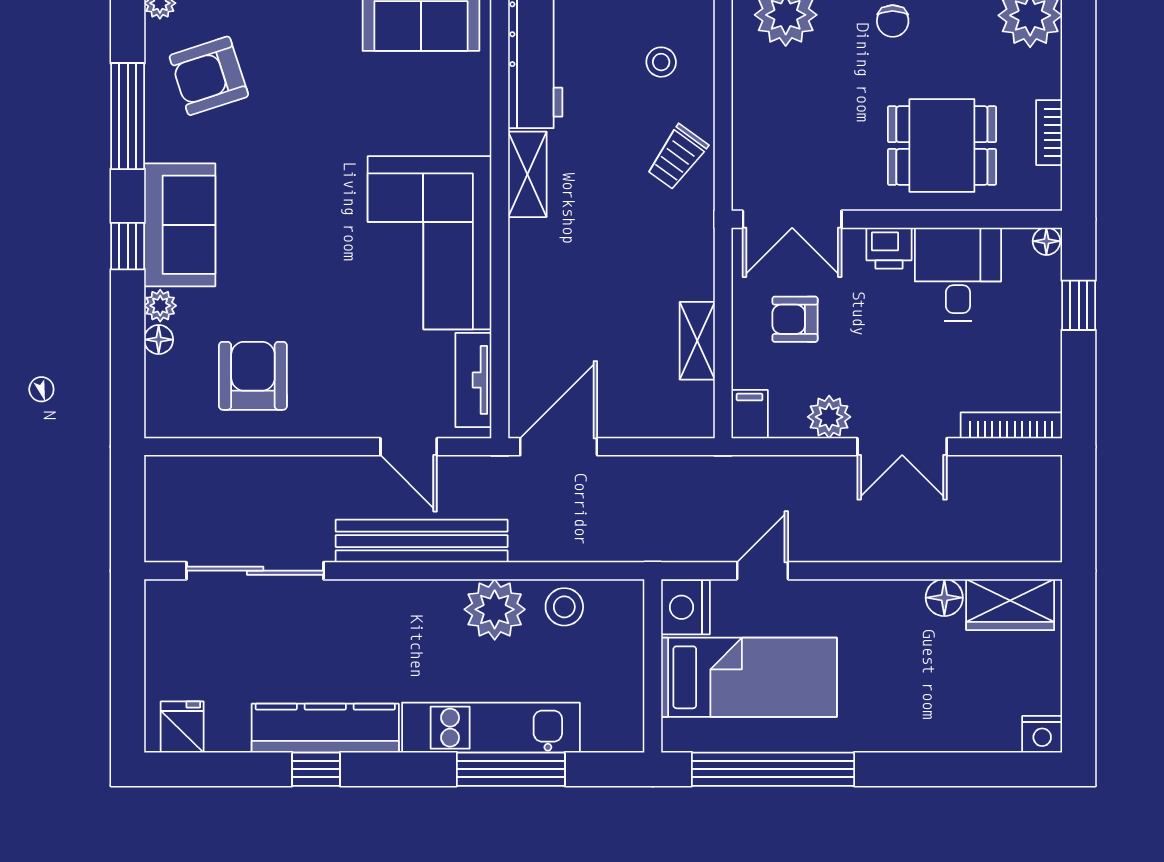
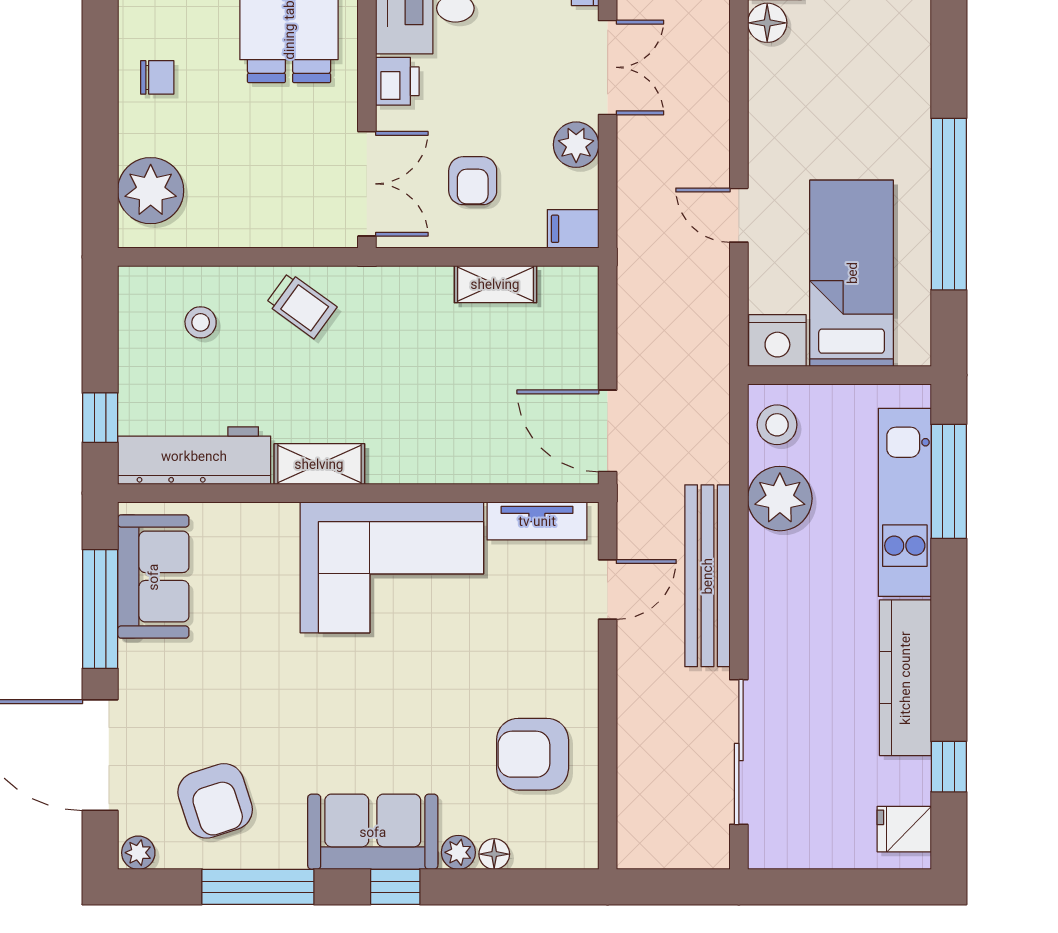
nightstand: (685, 607) -> (777, 340), moved
wall: (653, 666) -> (839, 375), moved
bed: (749, 677) -> (852, 273), moved
window: (316, 769) -> (949, 767), moved

